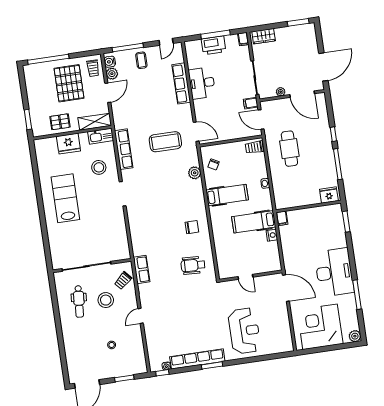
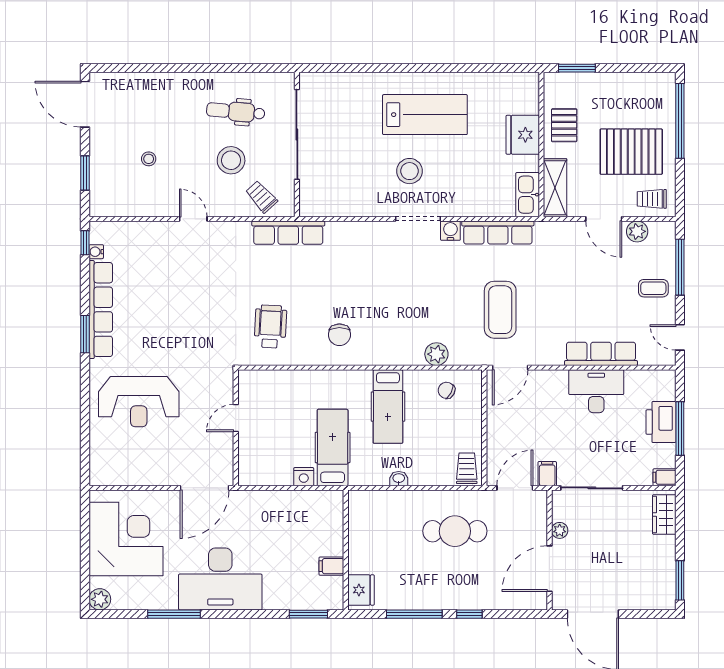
water cooler: (110, 62) -> (450, 231), moved
stool: (99, 167) -> (410, 171), moved
filing cabinet: (282, 218) -> (331, 566), moved
row of seats: (141, 269) -> (288, 233), width x1.48

